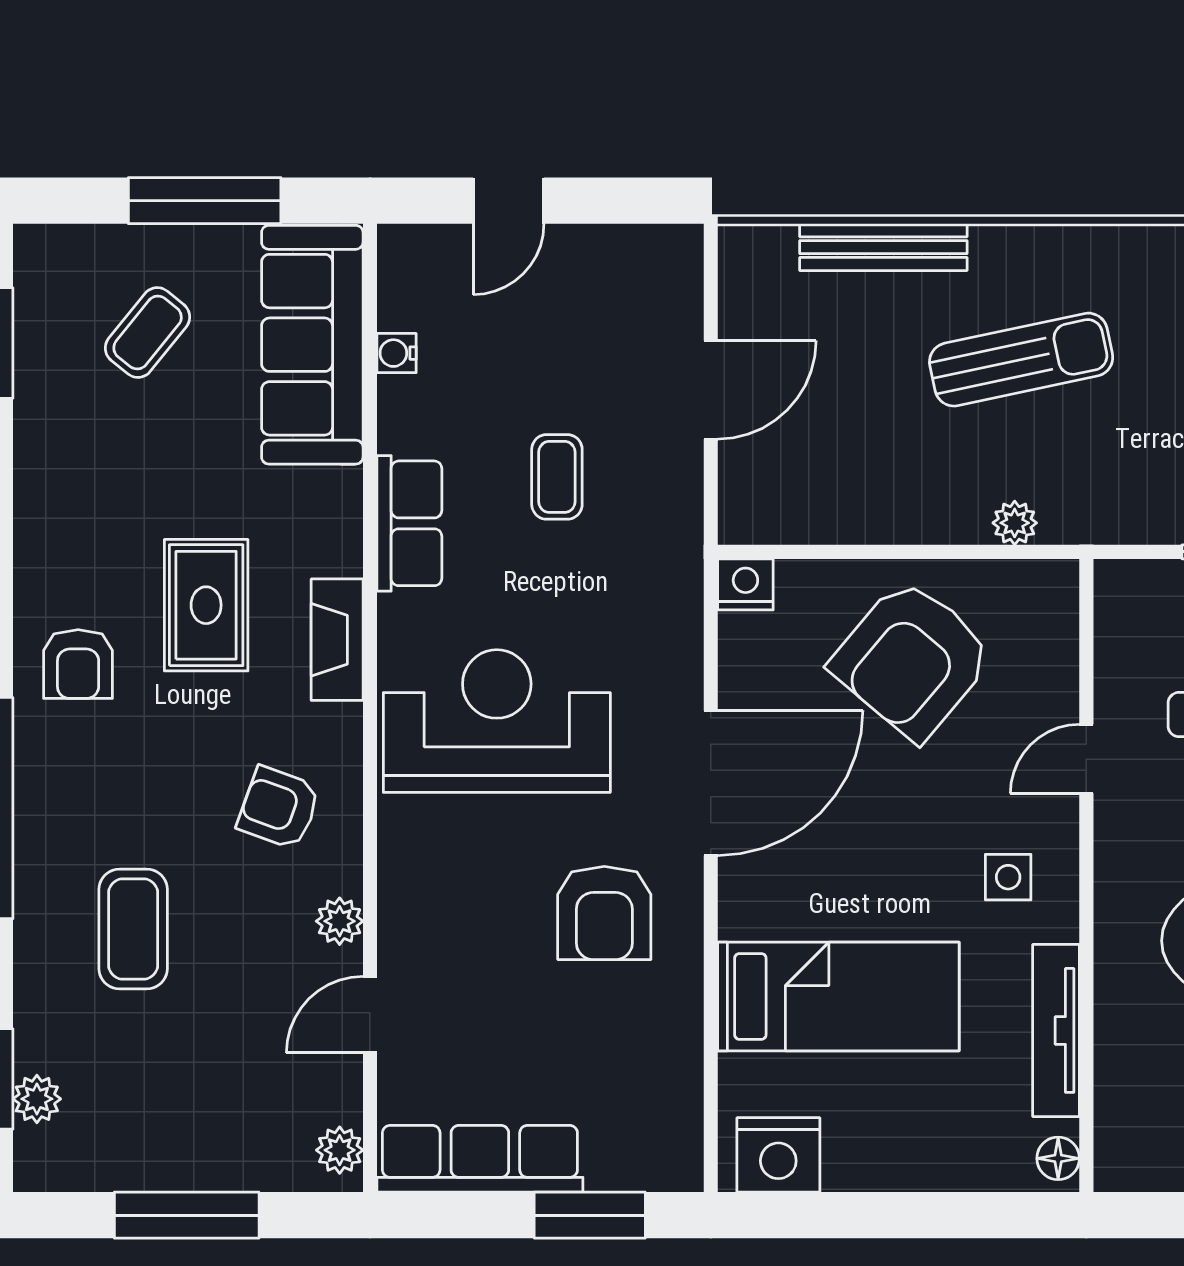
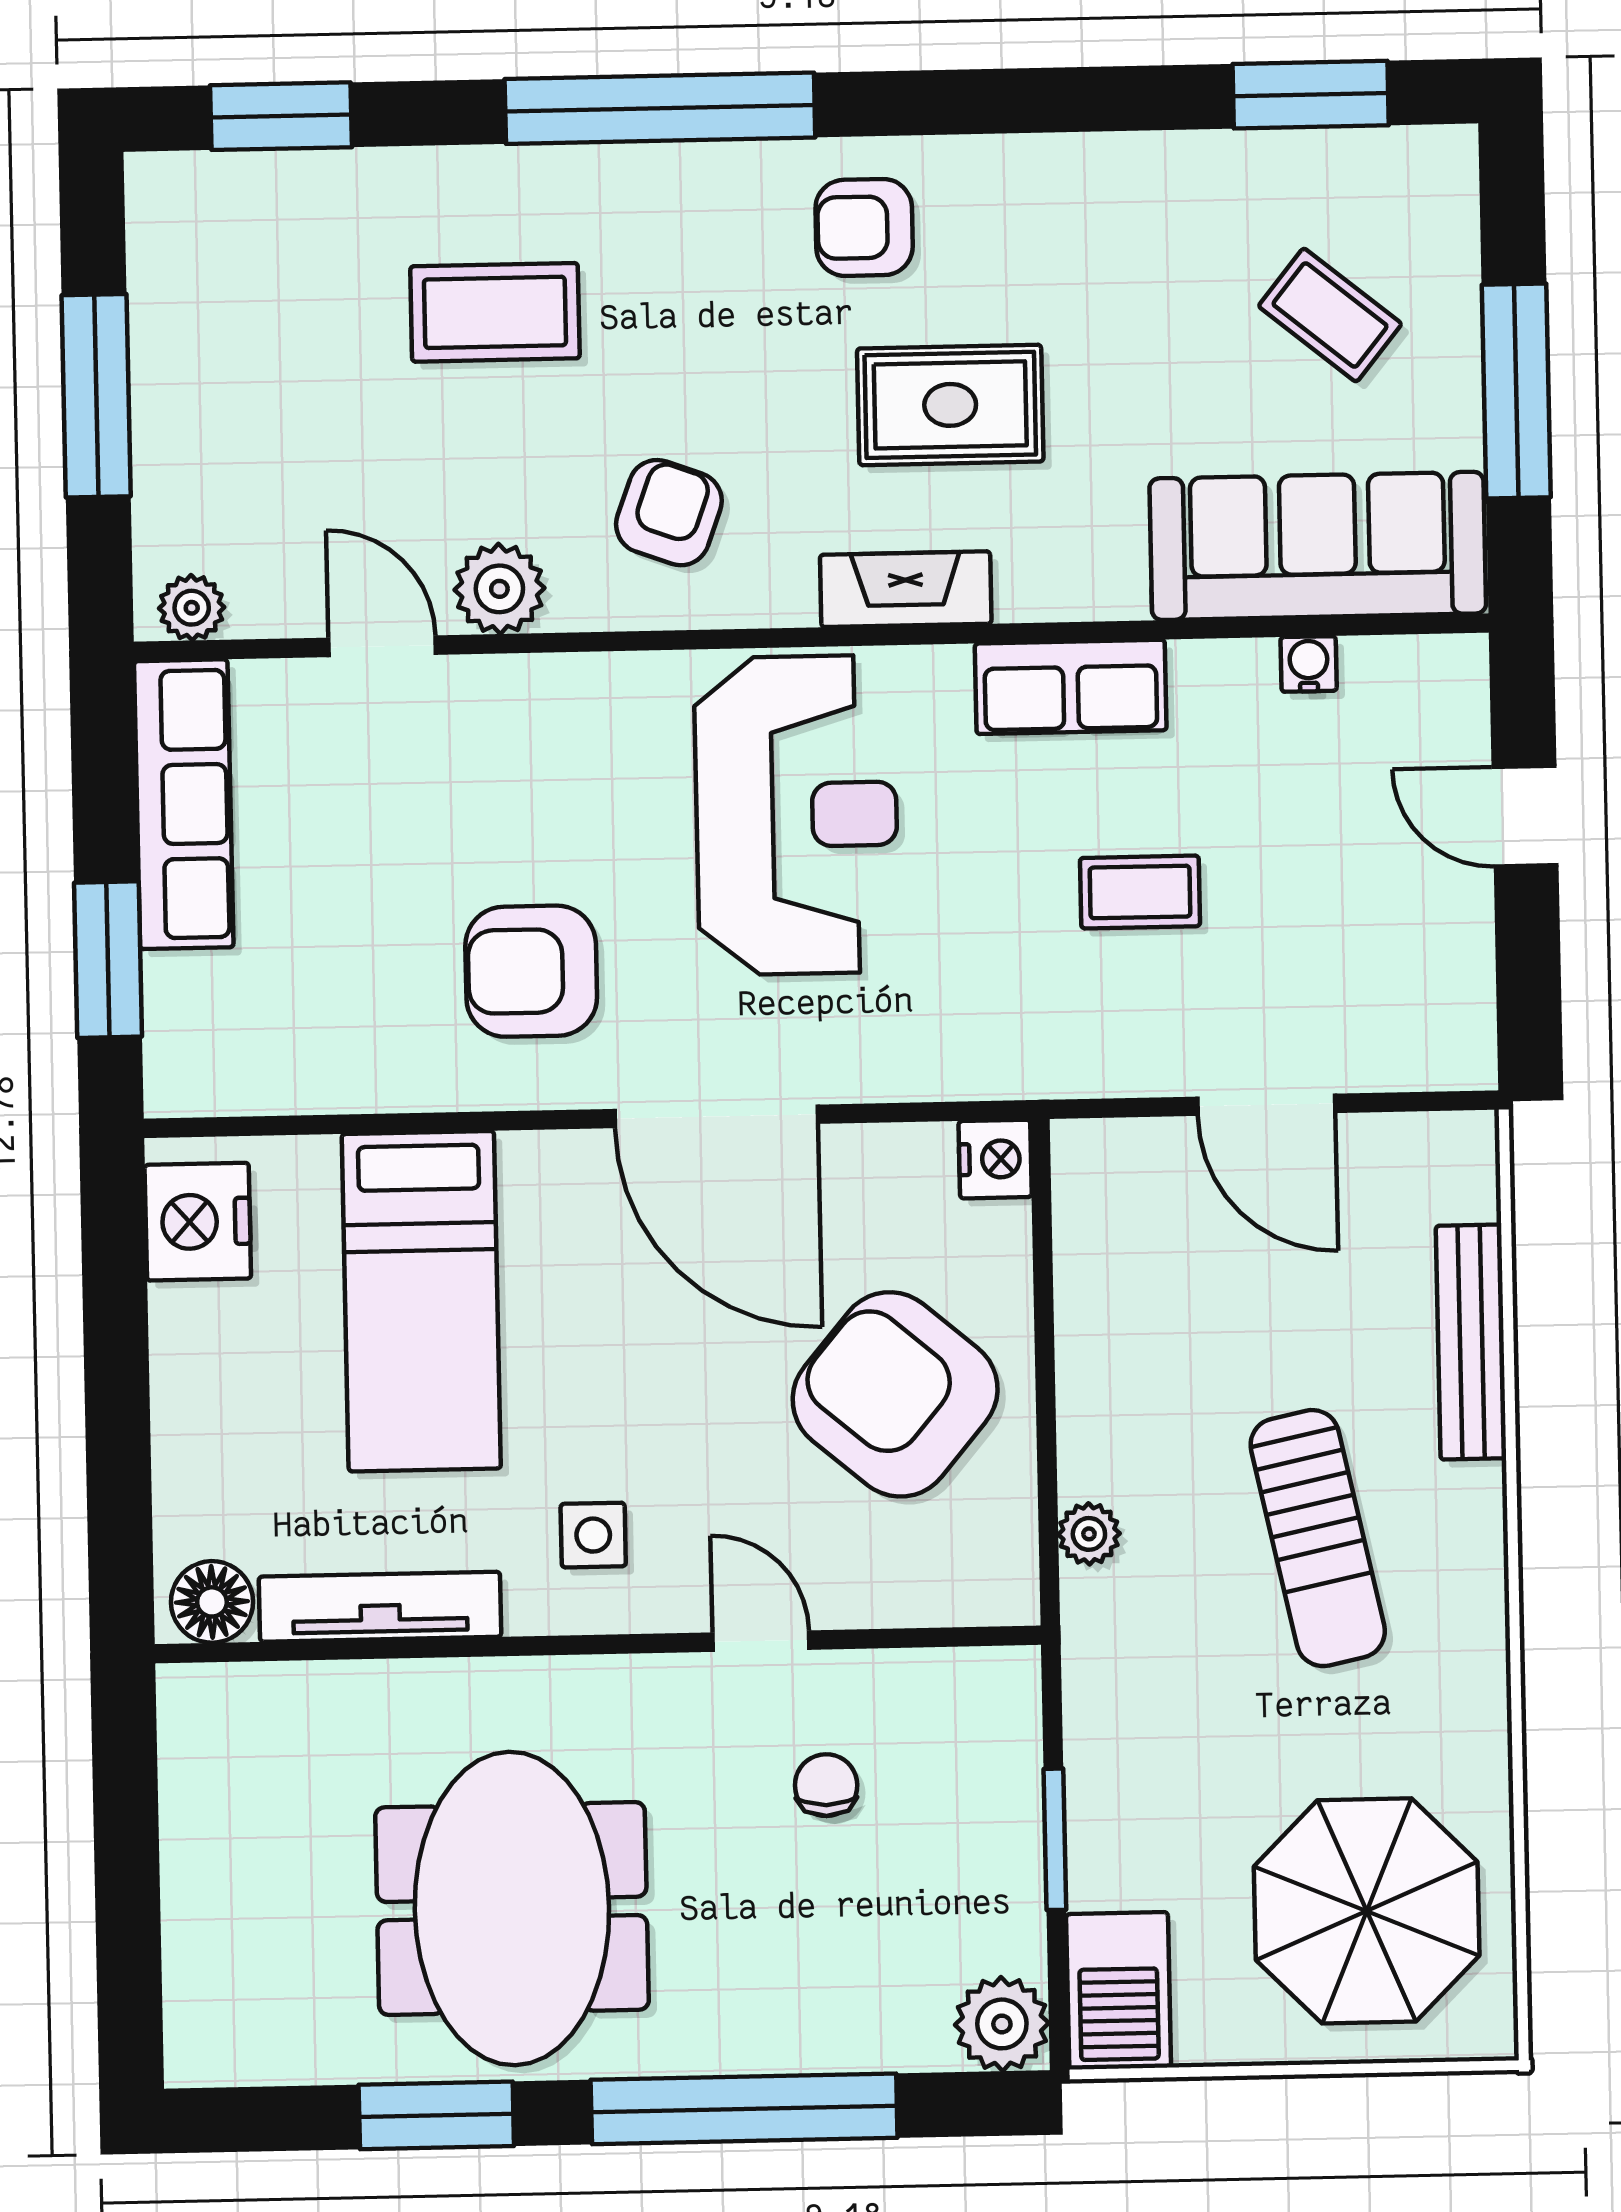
plant: (340, 921) -> (499, 589), width x1.38, depth x1.38
plant: (37, 1099) -> (254, 183), removed
floor lamp: (1058, 1158) -> (212, 1602), width x1.37, depth x1.37

